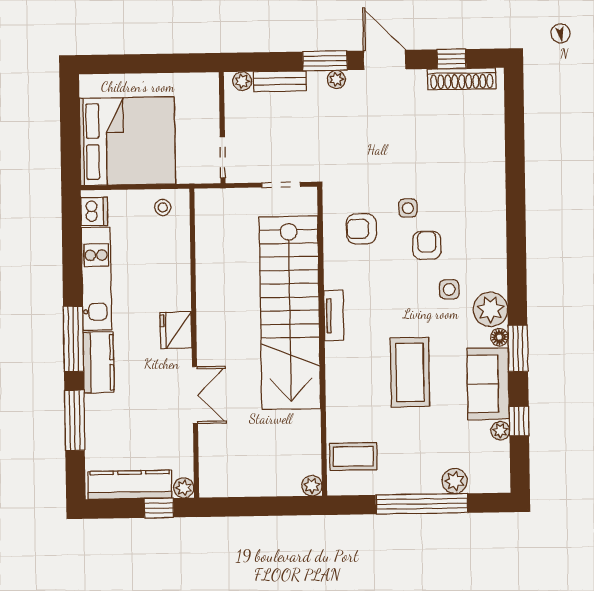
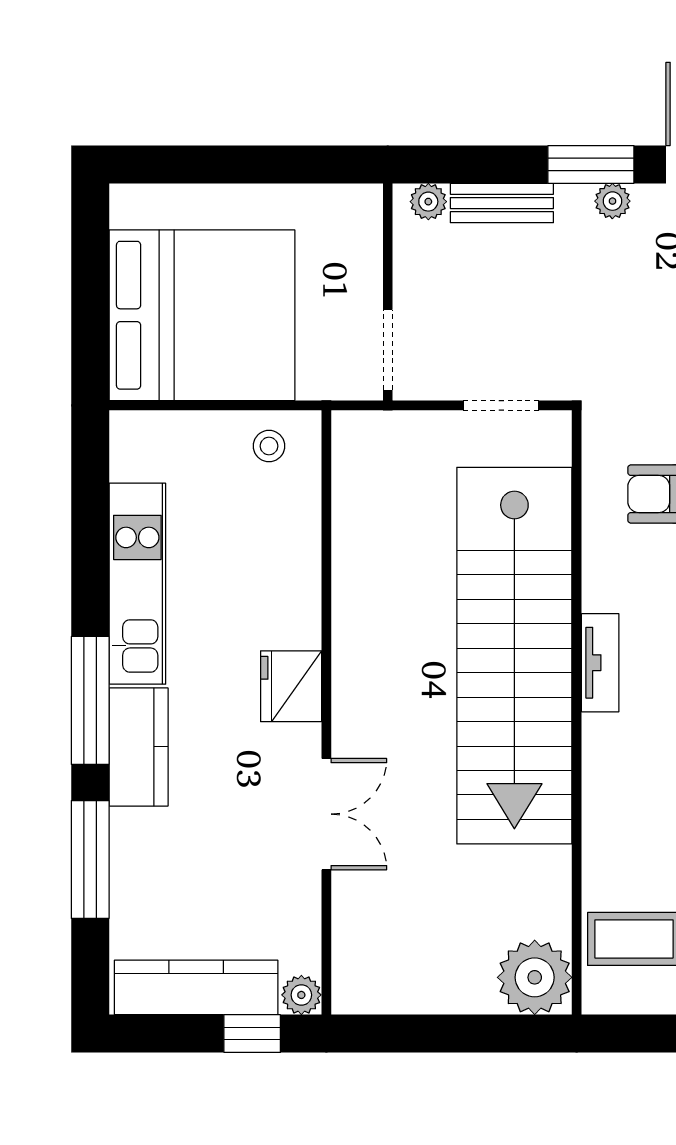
dishwasher: (94, 211) -> (135, 452), removed
plant: (312, 486) -> (535, 977), width x1.88, depth x1.88

